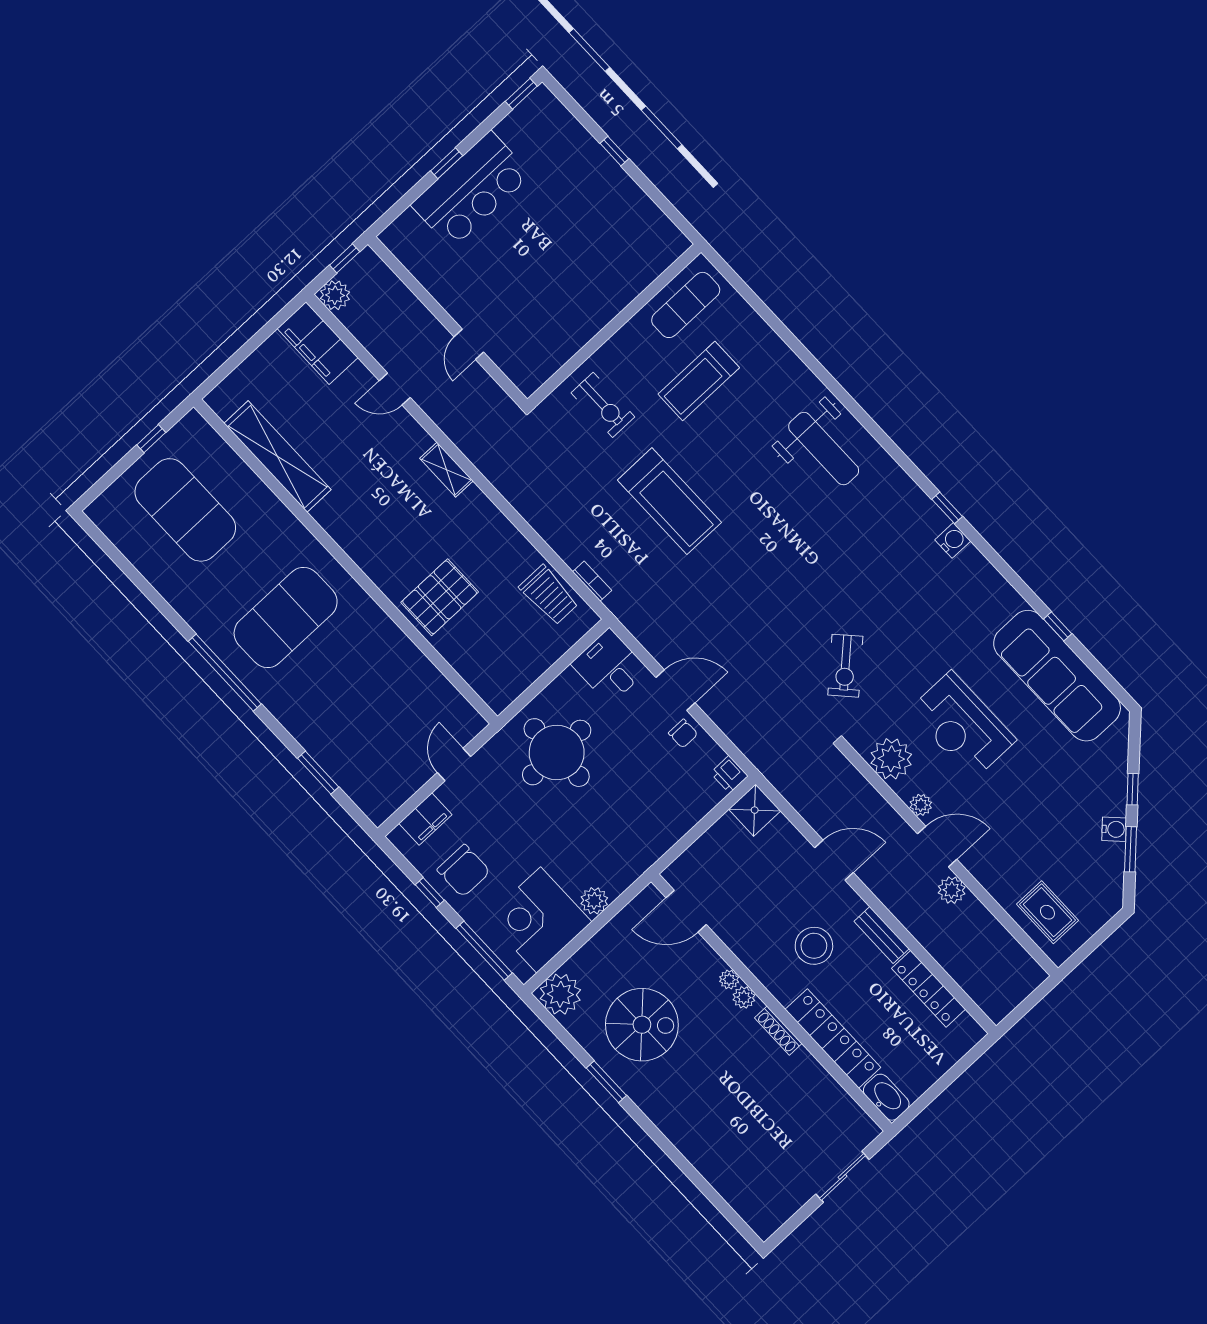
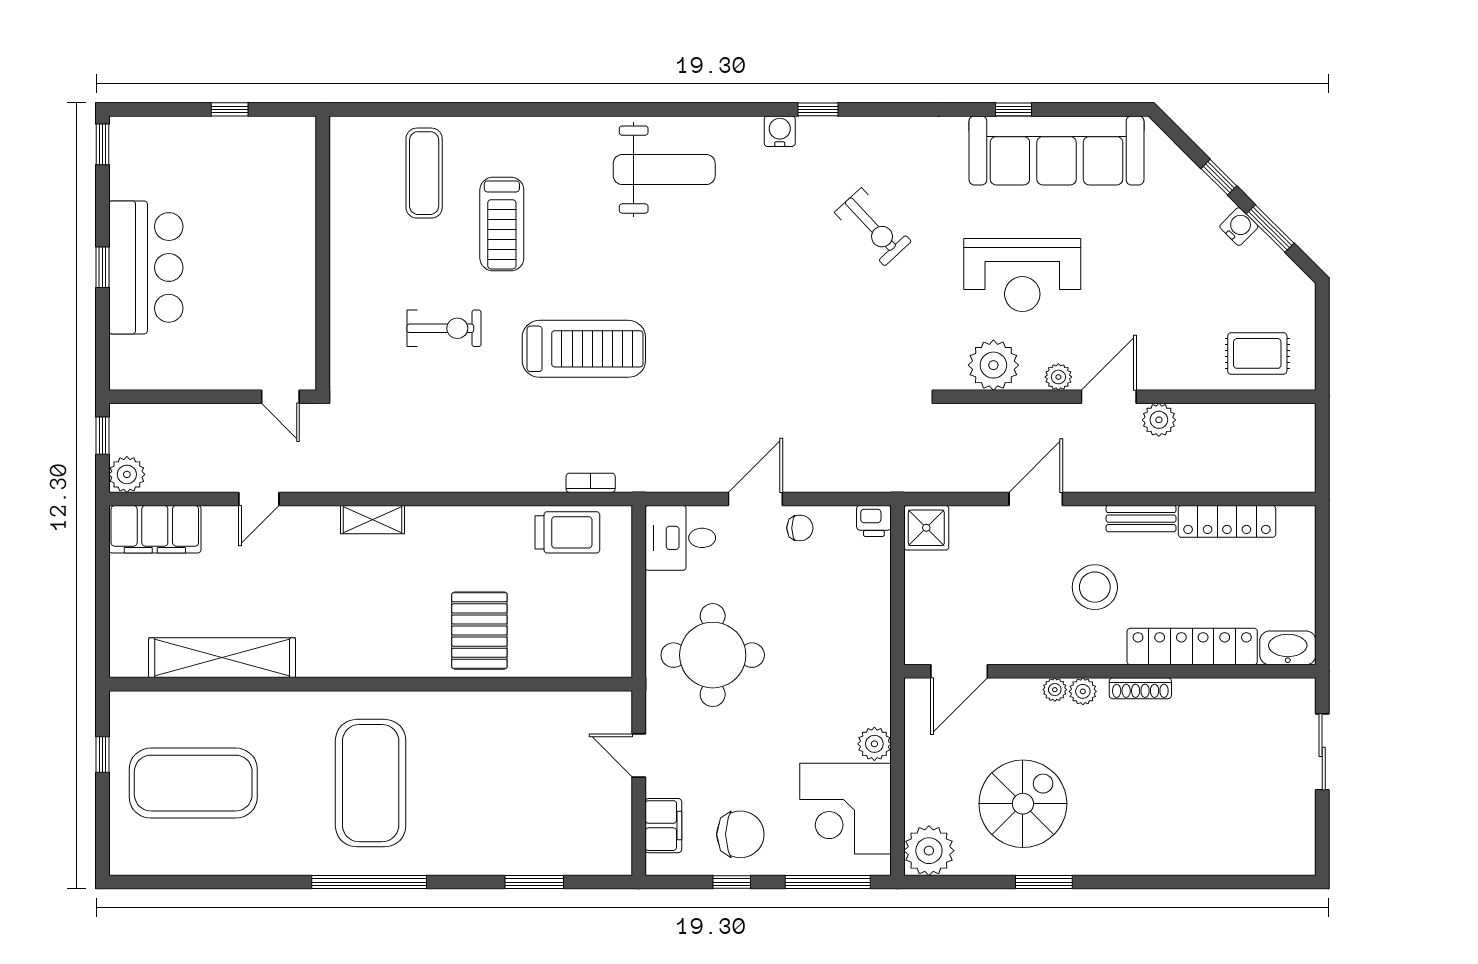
wall: (614, 326) -> (323, 253), moved
water cooler: (953, 540) -> (780, 131), moved
exercise bike: (845, 666) -> (873, 227), moved

